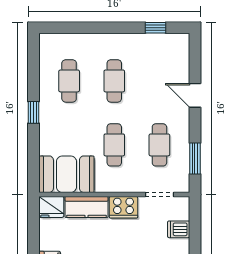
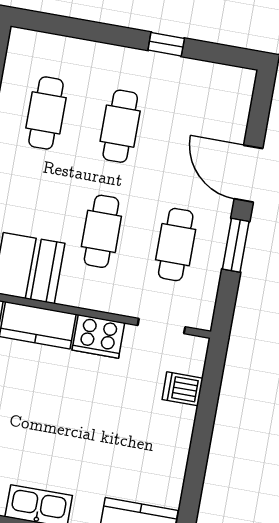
window: (156, 28) -> (166, 44), moved
door: (195, 95) -> (248, 174), width x1.38
window: (195, 158) -> (236, 245), moved

